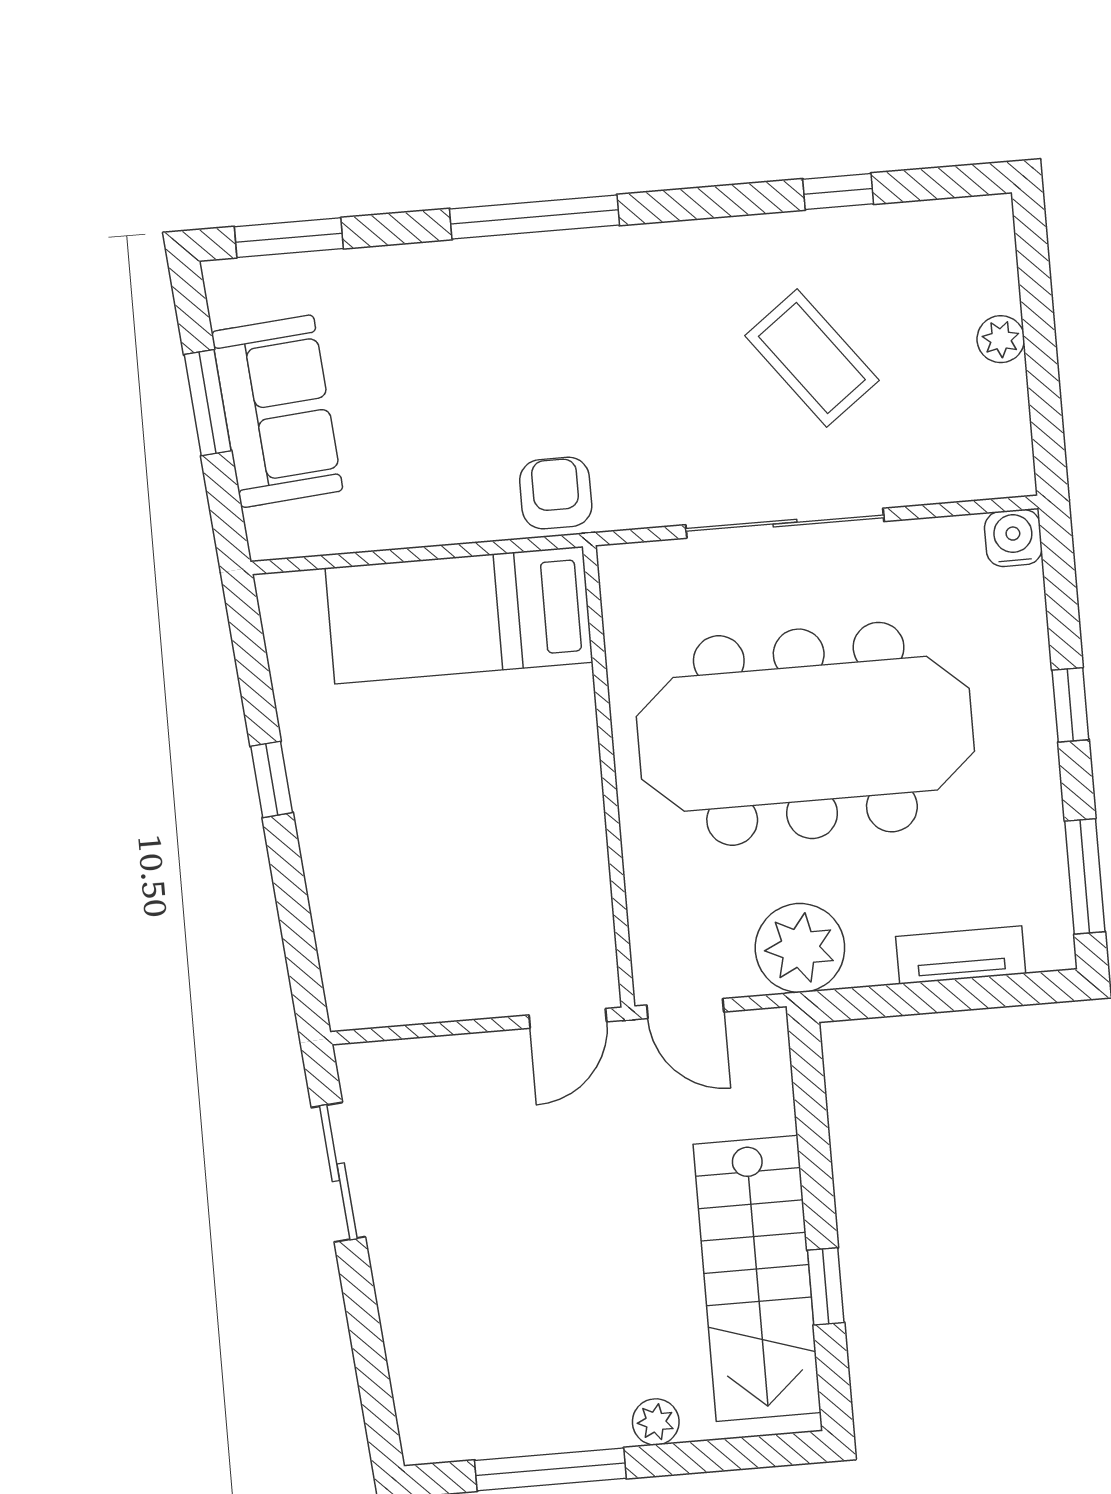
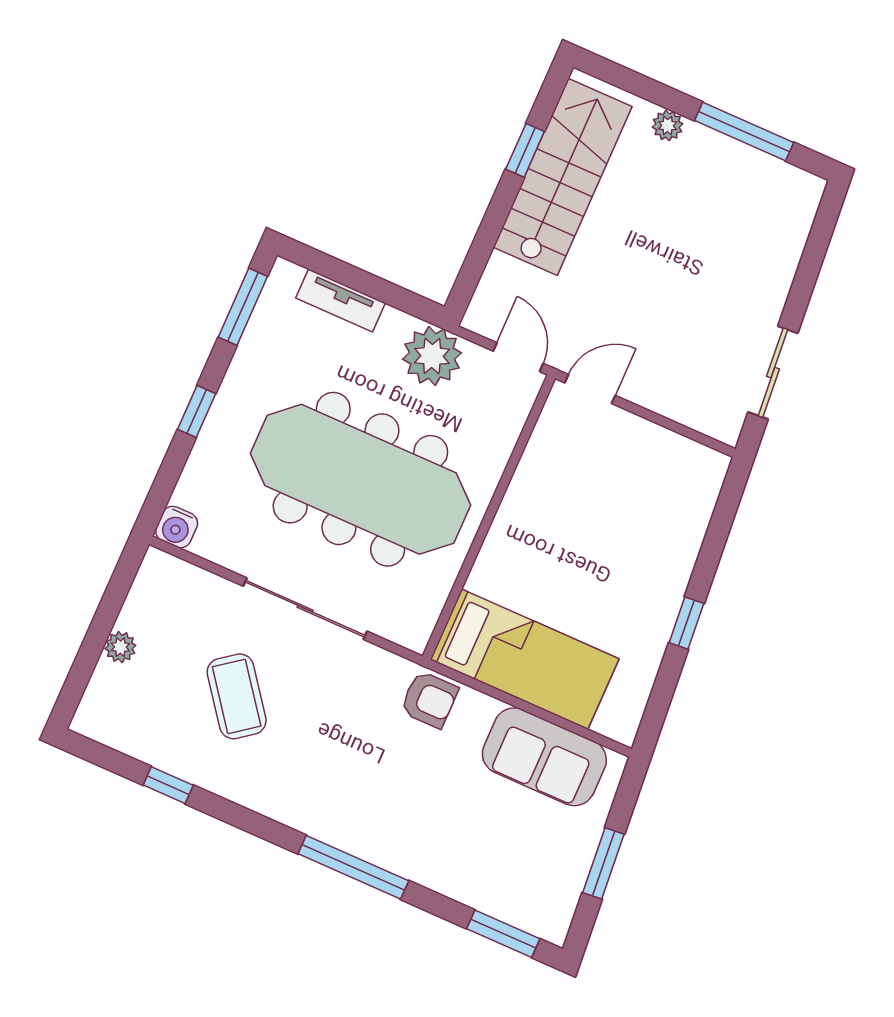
sofa: (277, 411) -> (544, 757), moved, turned -85
armchair: (556, 493) -> (429, 699), turned -90

